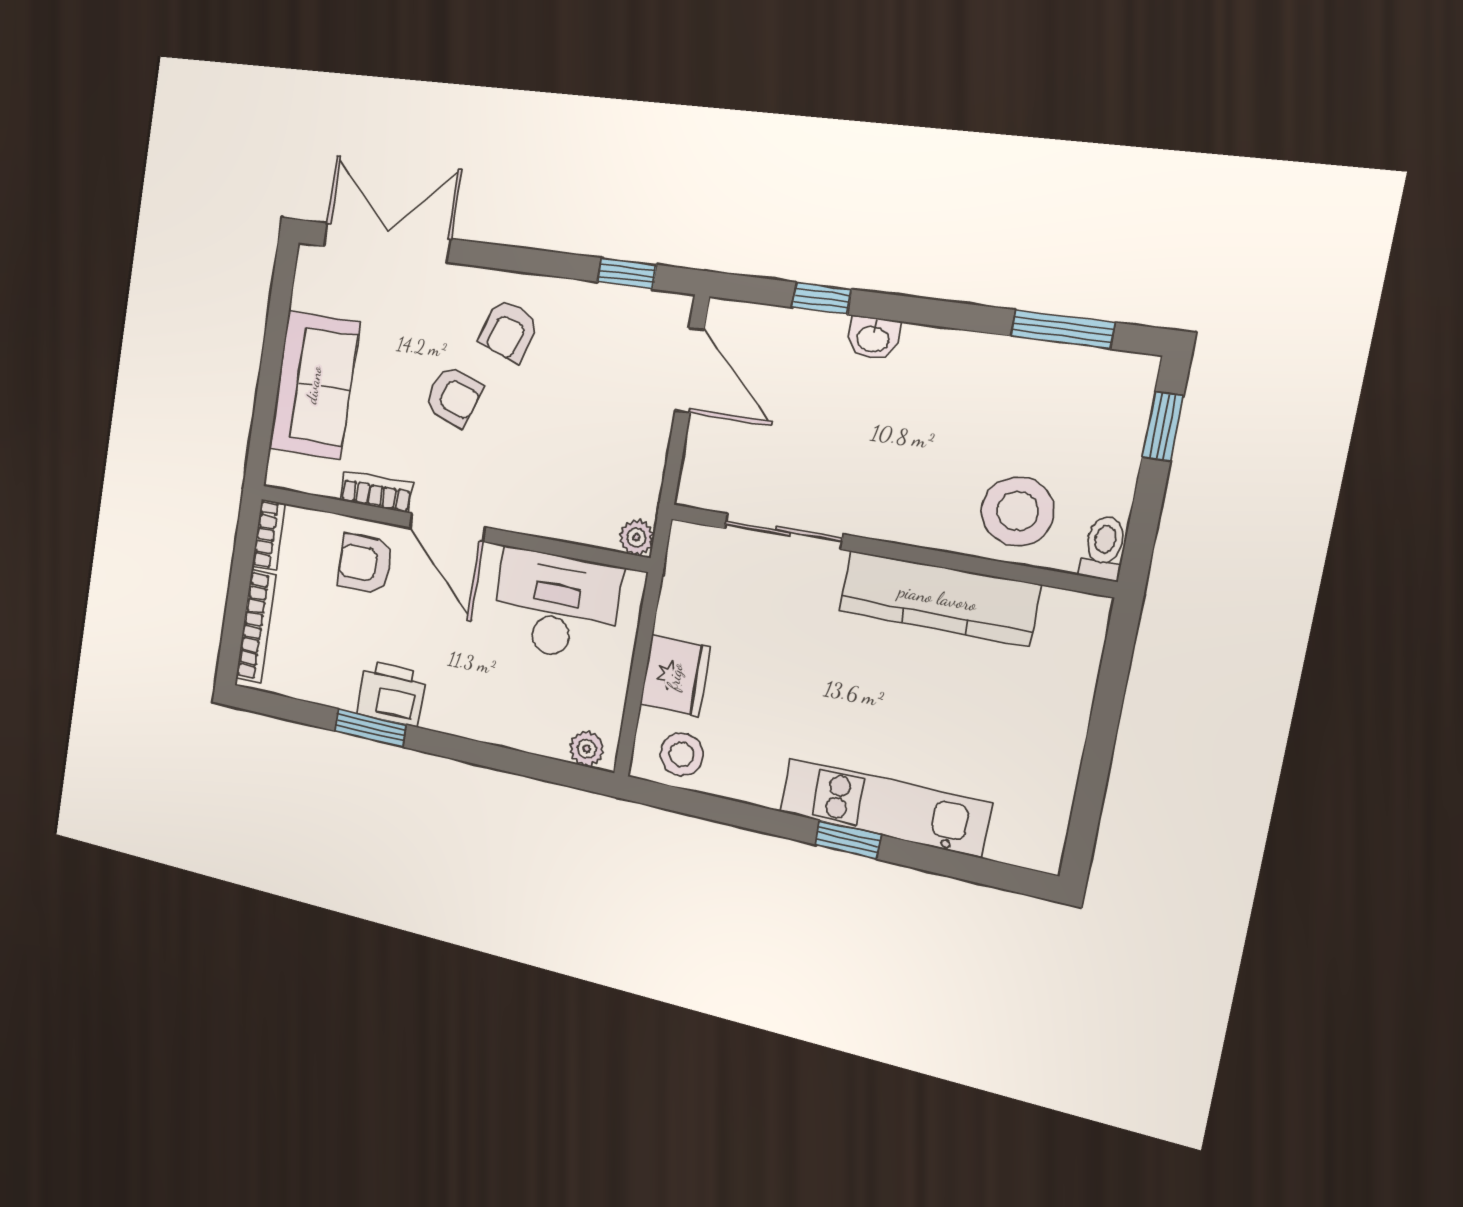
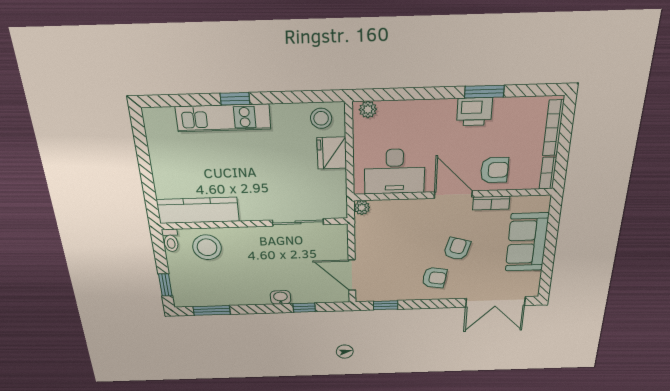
armchair: (509, 330) -> (434, 278), turned 79
armchair: (453, 396) -> (457, 249), turned 87
kitchen counter: (938, 598) -> (198, 210), moved

